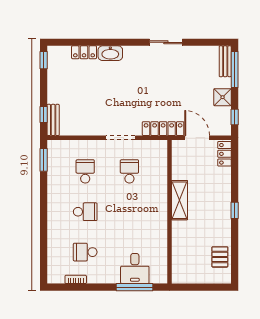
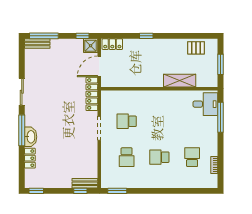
window: (118, 42) -> (22, 130), added
shower: (223, 97) -> (91, 46), moved
school desk: (85, 171) -> (127, 157), turned -90
shelving: (180, 200) -> (180, 81), moved
window: (235, 210) -> (146, 36), moved
school desk: (85, 212) -> (159, 157), turned -90
school desk: (85, 252) -> (192, 157), turned 180
desk: (135, 268) -> (205, 104), moved
window: (199, 287) -> (221, 64), added

